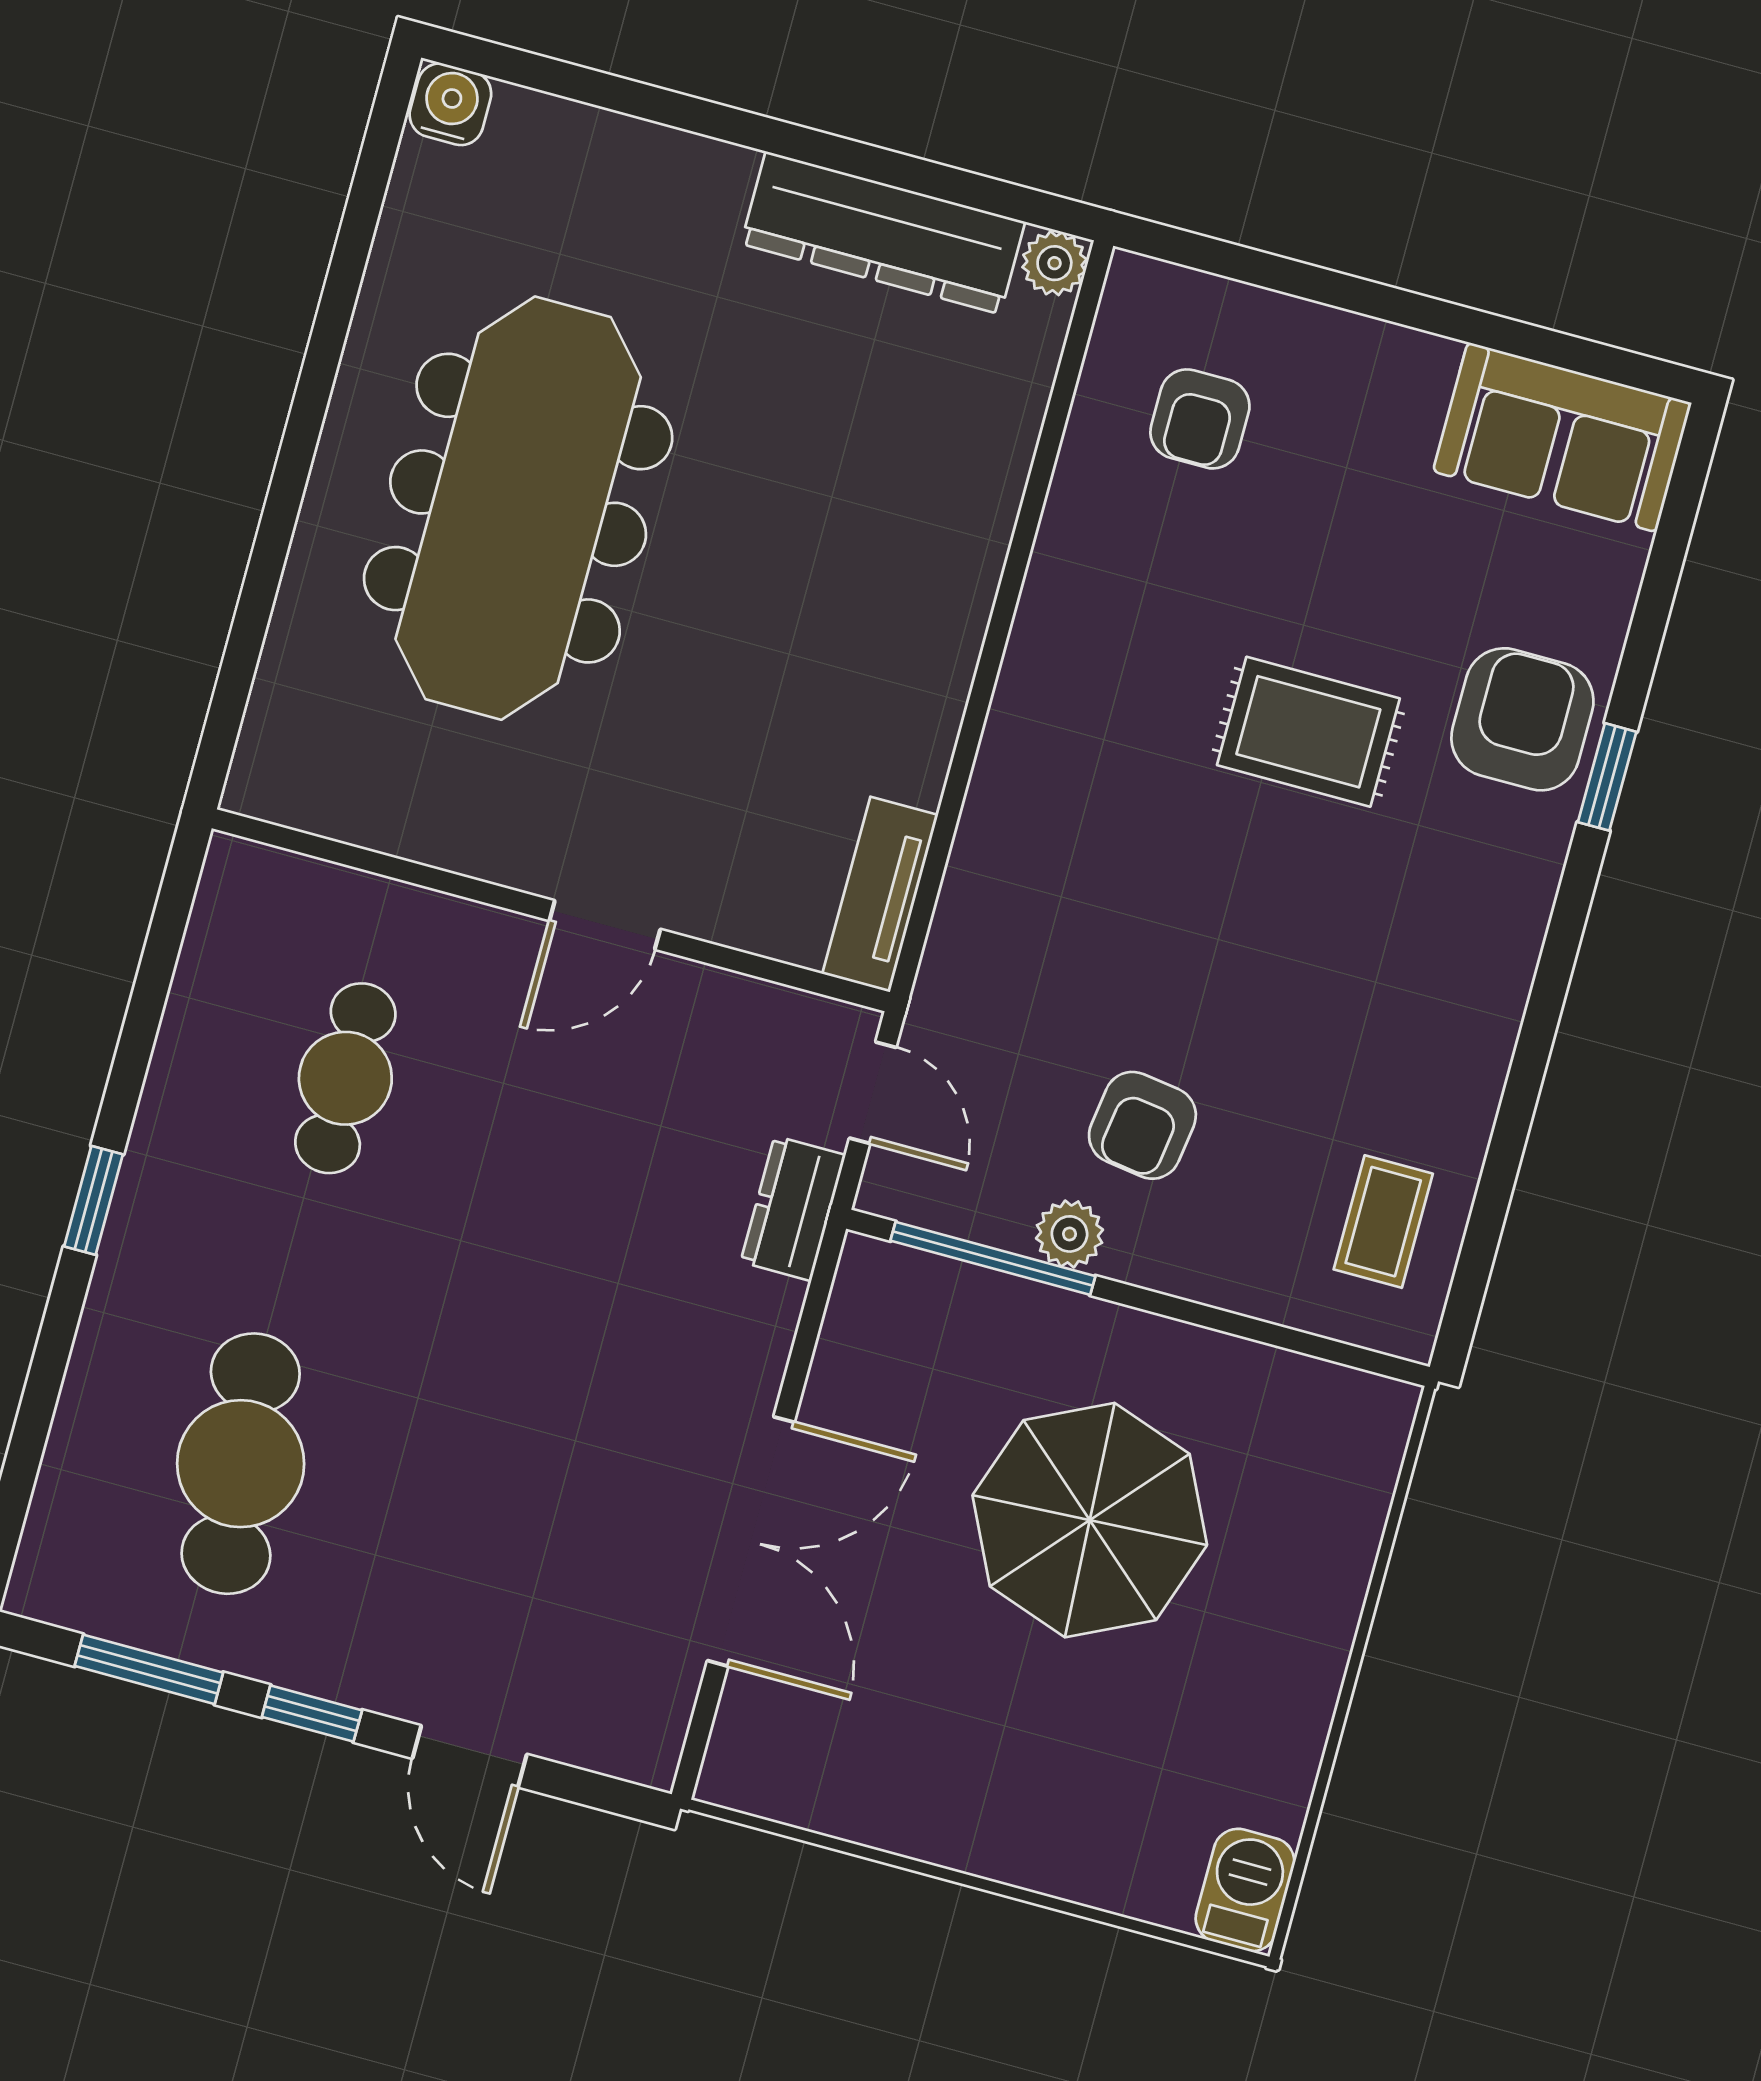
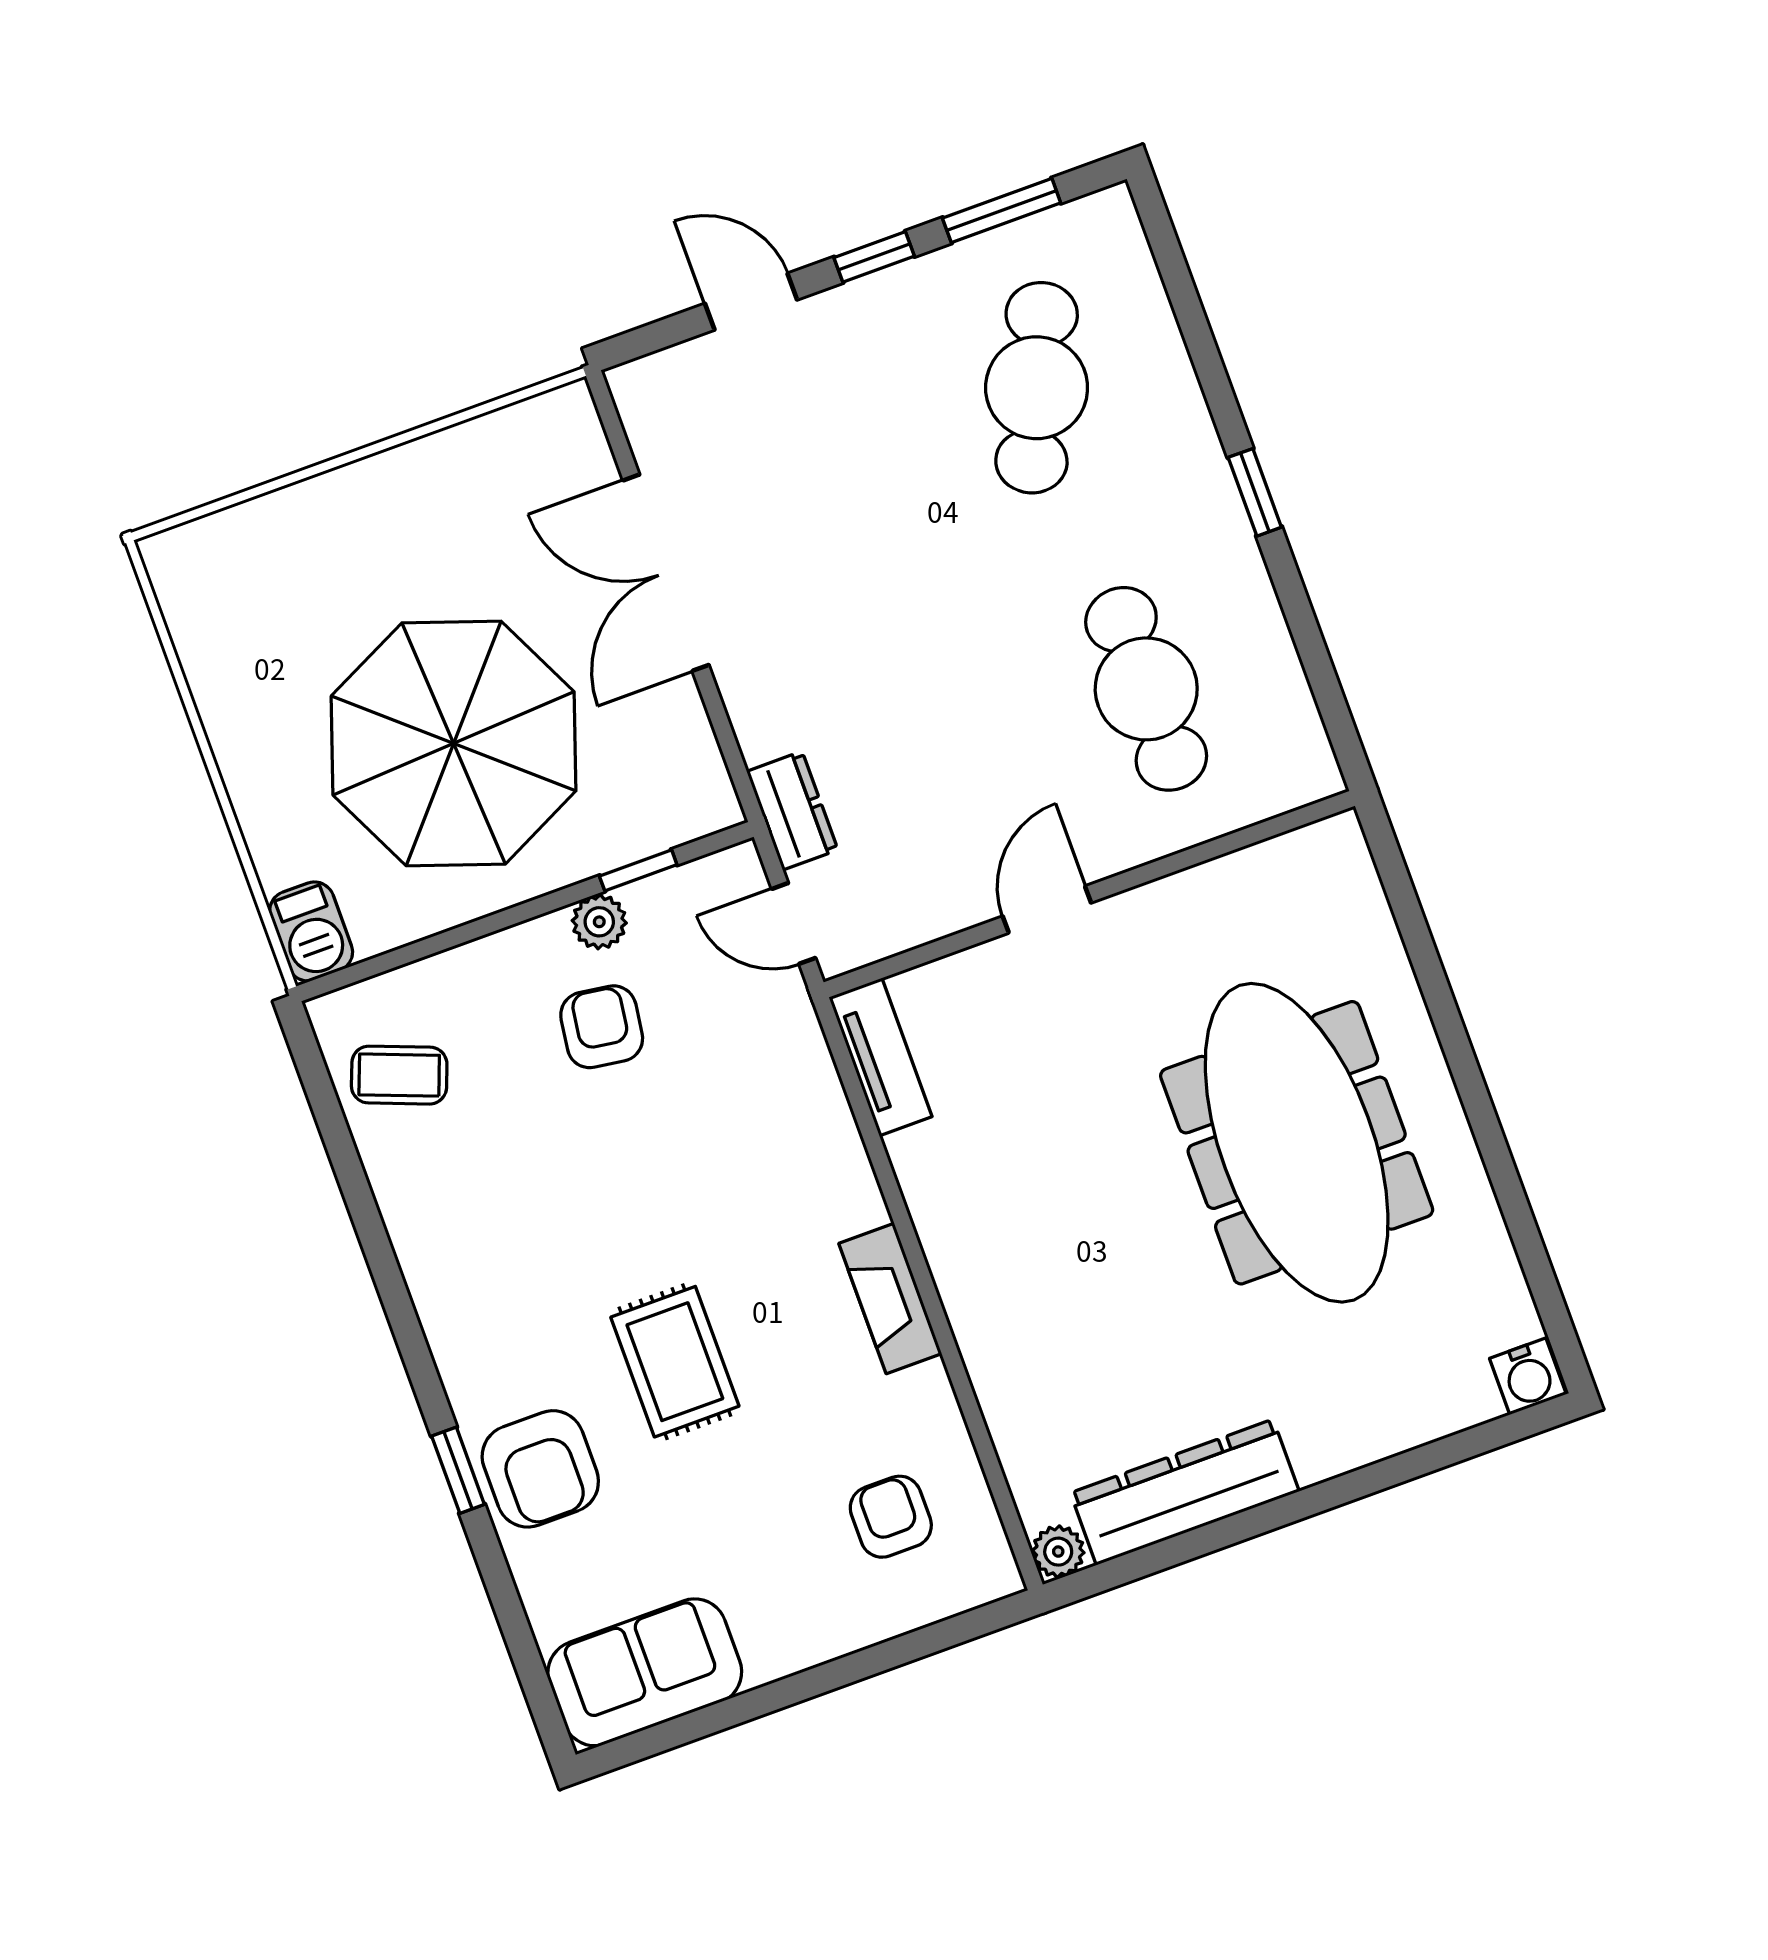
fireplace: (1044, 641) -> (890, 1299), added
rug: (1308, 732) -> (675, 1362), turned 90
cafe table: (345, 1078) -> (1146, 689), width x1.37, depth x1.35
coffee table: (1383, 1222) -> (399, 1075), turned -69
window: (993, 1258) -> (638, 870), width x0.46
cafe table: (241, 1464) -> (1037, 388), turned 30
parasol: (1090, 1520) -> (454, 743), width x1.36, depth x1.36
barbecue: (1245, 1890) -> (311, 931), moved

